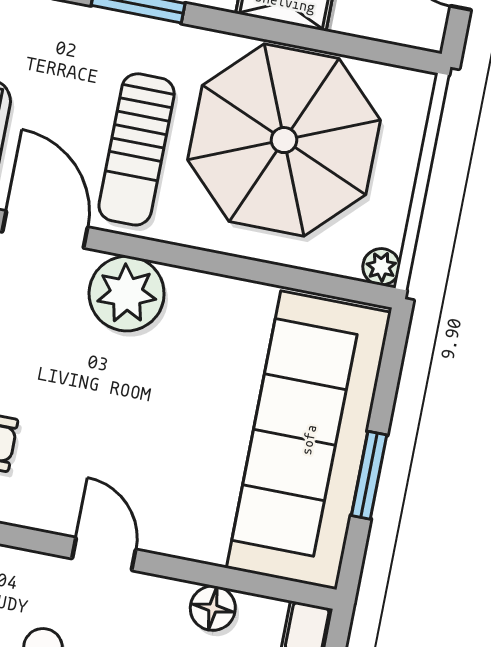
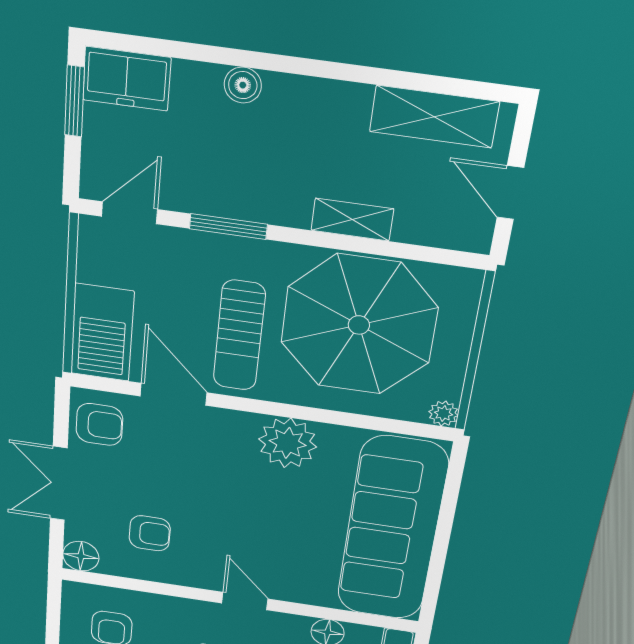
plant: (127, 294) -> (288, 443), moved
window: (369, 475) -> (439, 551), removed

